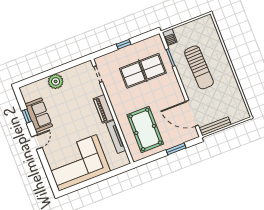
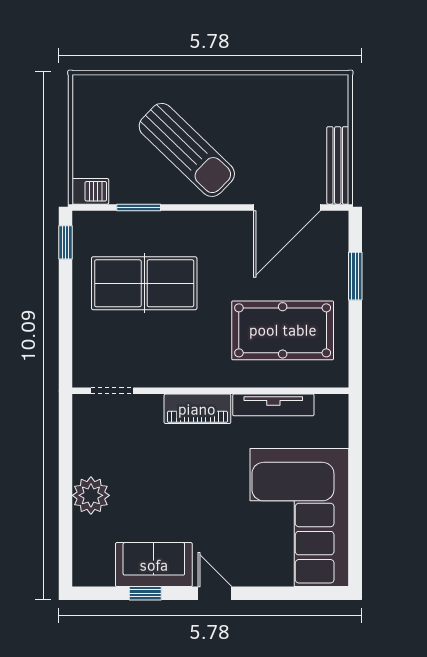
window: (124, 44) -> (65, 242), moved
sun lounger: (199, 67) -> (187, 150), turned 46
table tennis table: (143, 71) -> (144, 283), turned 90

